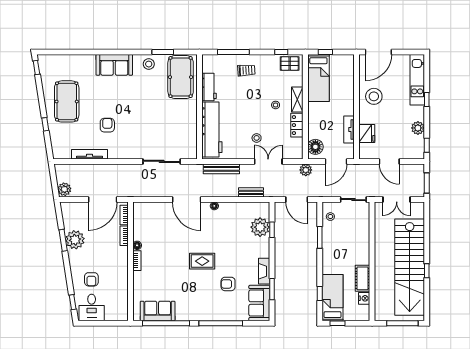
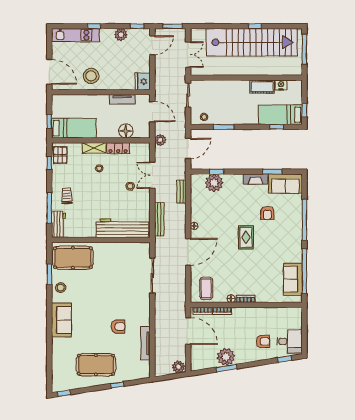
workbench: (209, 87) -> (58, 224), moved, turned 90
armchair: (107, 125) -> (118, 327), turned 180
fridge: (367, 134) -> (143, 81), moved, turned -90
floor lamp: (315, 147) -> (126, 131), moved
door: (389, 161) -> (152, 45), moved
coffee table: (148, 219) -> (206, 288), added

